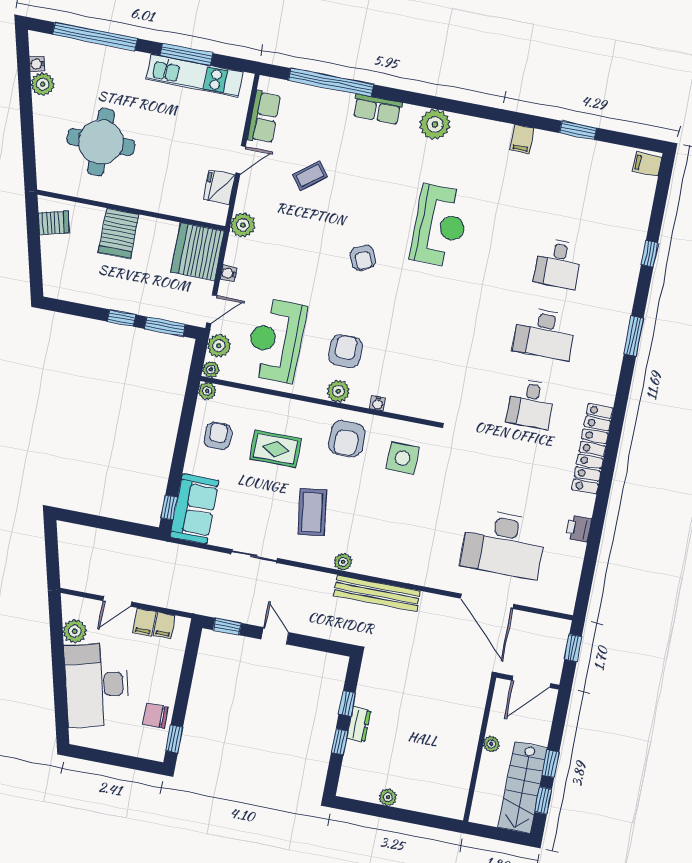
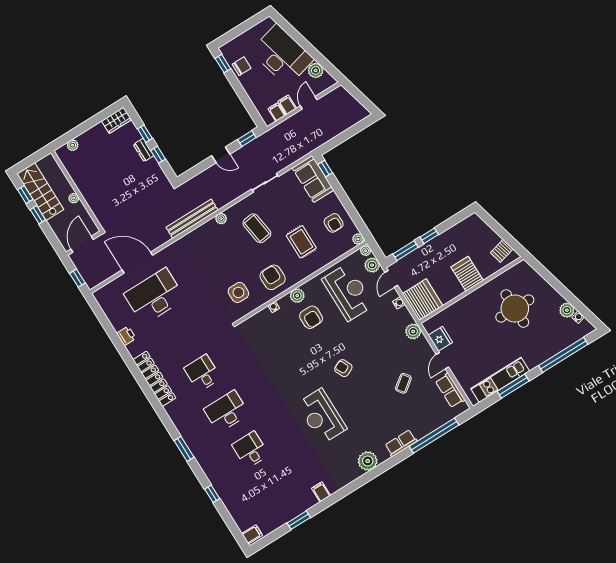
rug: (275, 449) -> (301, 242), turned 90
wardrobe: (358, 788) -> (116, 120), added
plant: (388, 797) -> (73, 145), moved

